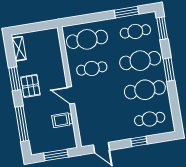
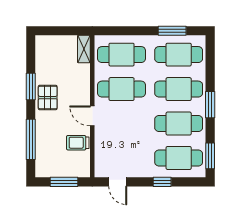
window: (162, 28) -> (210, 156), moved
cafe table: (135, 31) -> (179, 55), width x1.37, depth x1.35
shelving: (19, 49) -> (84, 49), moved
cafe table: (92, 69) -> (122, 89), width x1.37, depth x1.35
cafe table: (150, 119) -> (179, 158), width x1.37, depth x1.35

